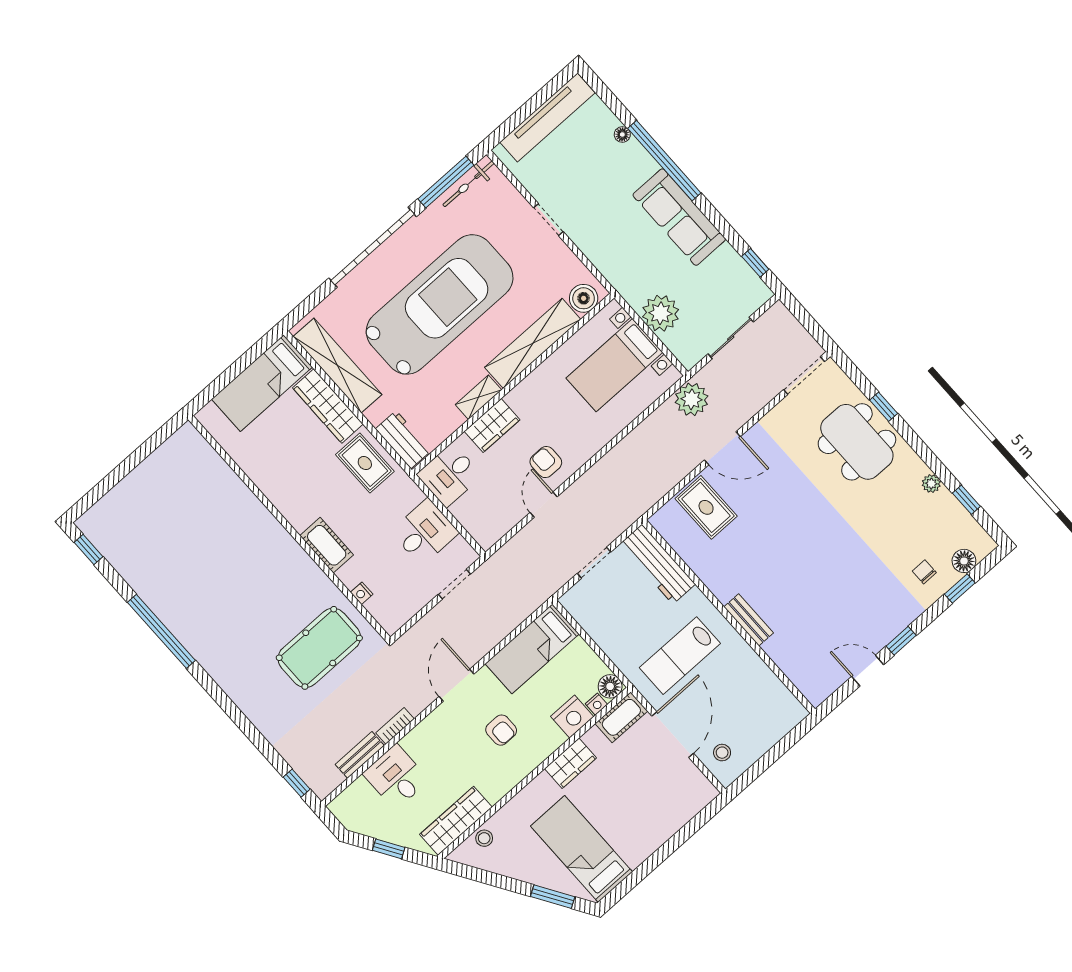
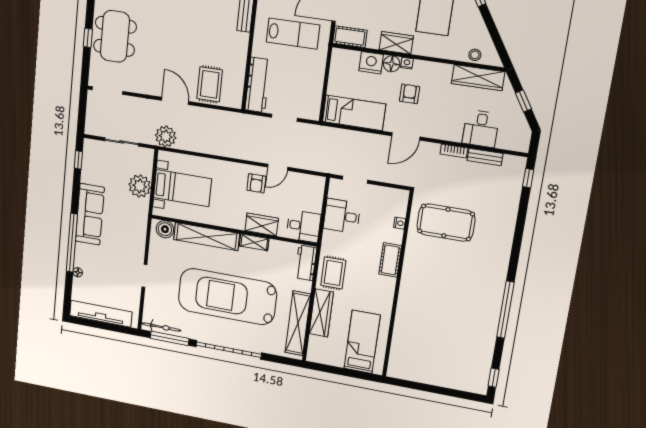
bed: (262, 383) -> (362, 342), moved, turned -90
floor lamp: (610, 686) -> (392, 64), moved
nightstand: (596, 704) -> (407, 63), moved

